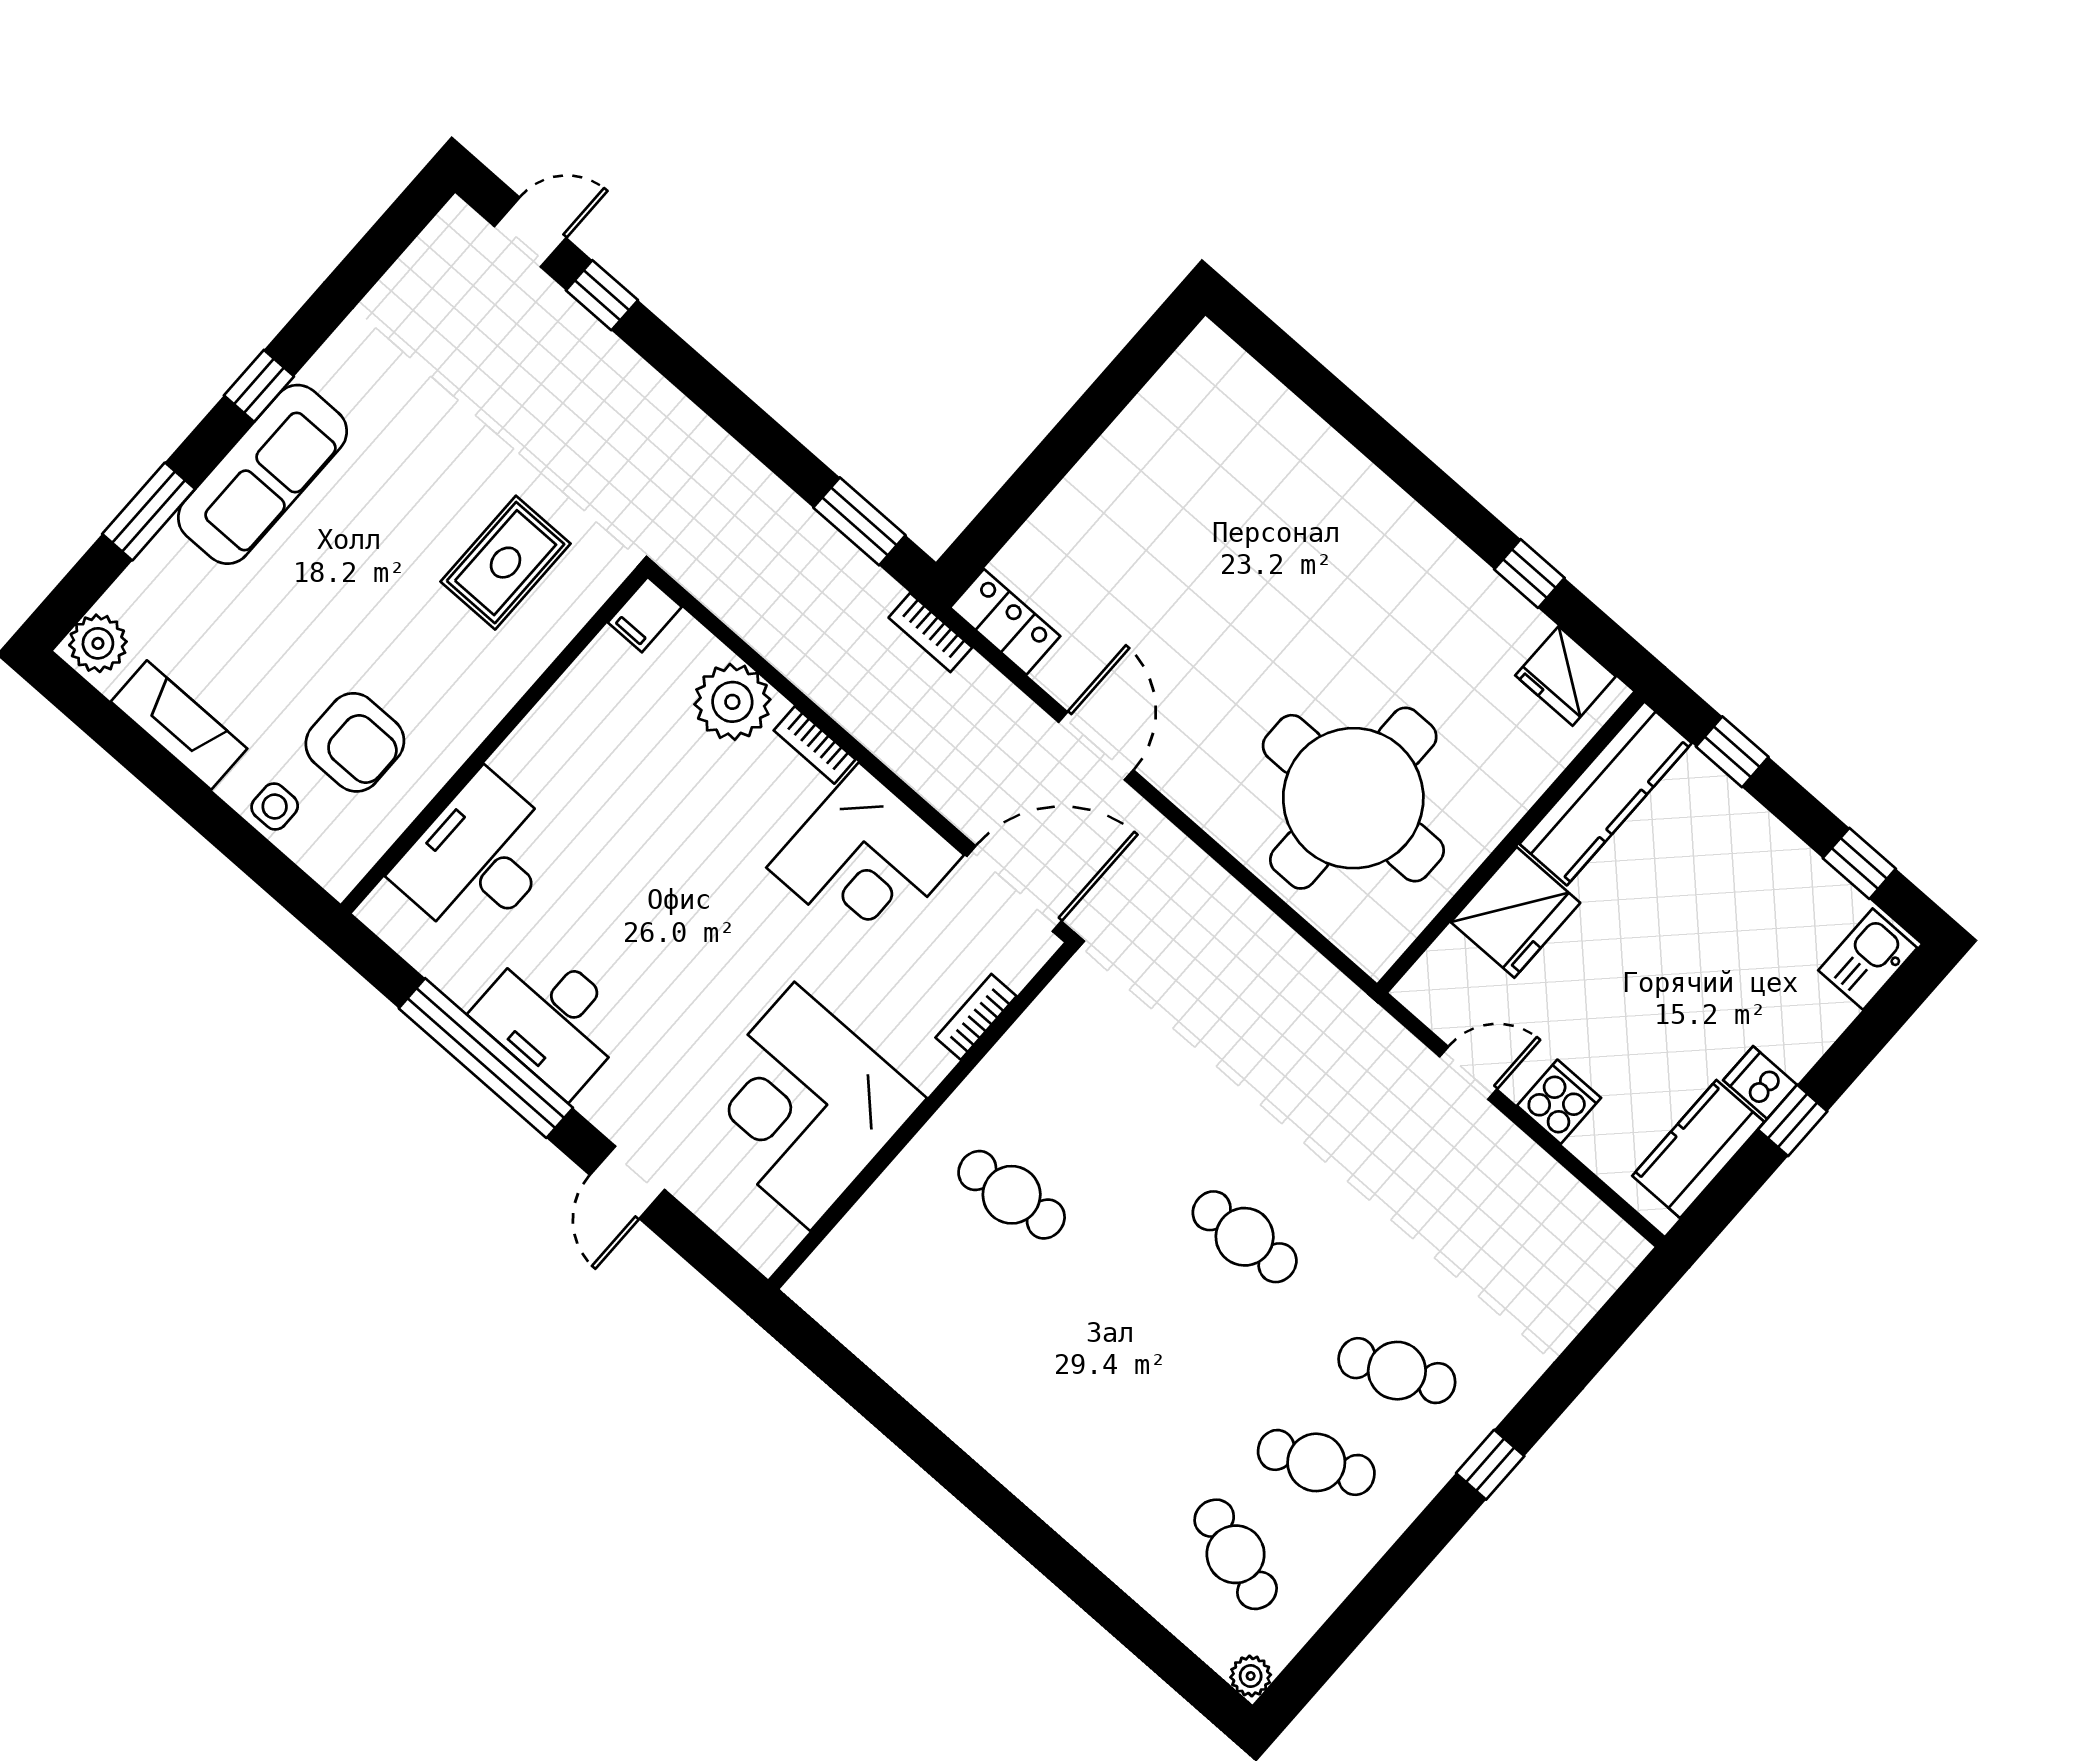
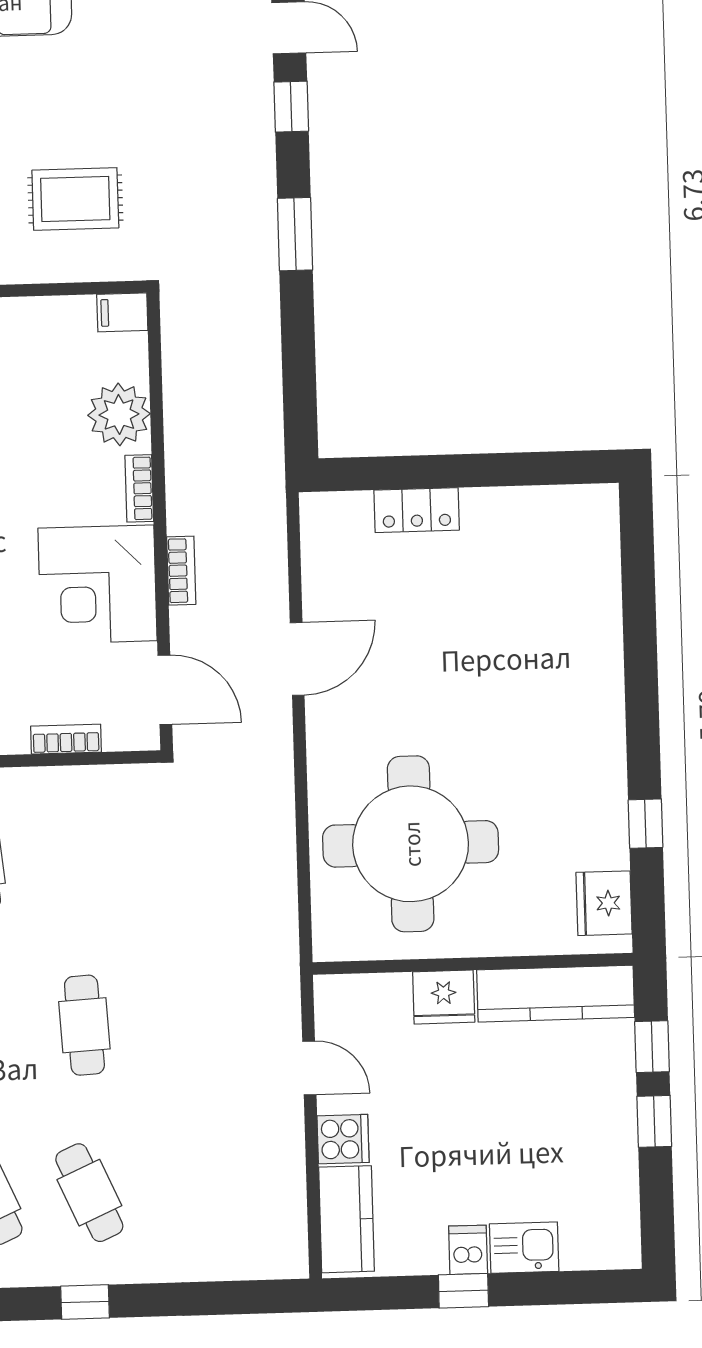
window: (859, 521) -> (295, 234), moved
locker: (1005, 622) -> (417, 510), moved, turned 90
bookcase: (930, 632) -> (181, 571), moved, turned 180
window: (1859, 863) -> (654, 1121), moved
door: (1014, 889) -> (165, 690), width x0.73
fridge: (1516, 912) -> (444, 997), width x0.73, depth x0.75
kitchen sink: (1868, 959) -> (524, 1248), moved
kitchen counter: (1698, 1149) -> (346, 1219), moved, turned 90

